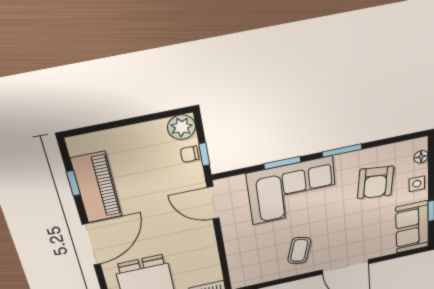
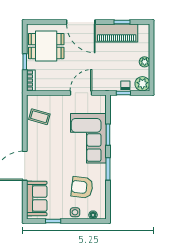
plant: (139, 132) -> (145, 62), added
door: (213, 203) -> (81, 93), moved
sofa: (412, 227) -> (37, 198), moved, turned 90
coffee table: (299, 251) -> (39, 117), moved

